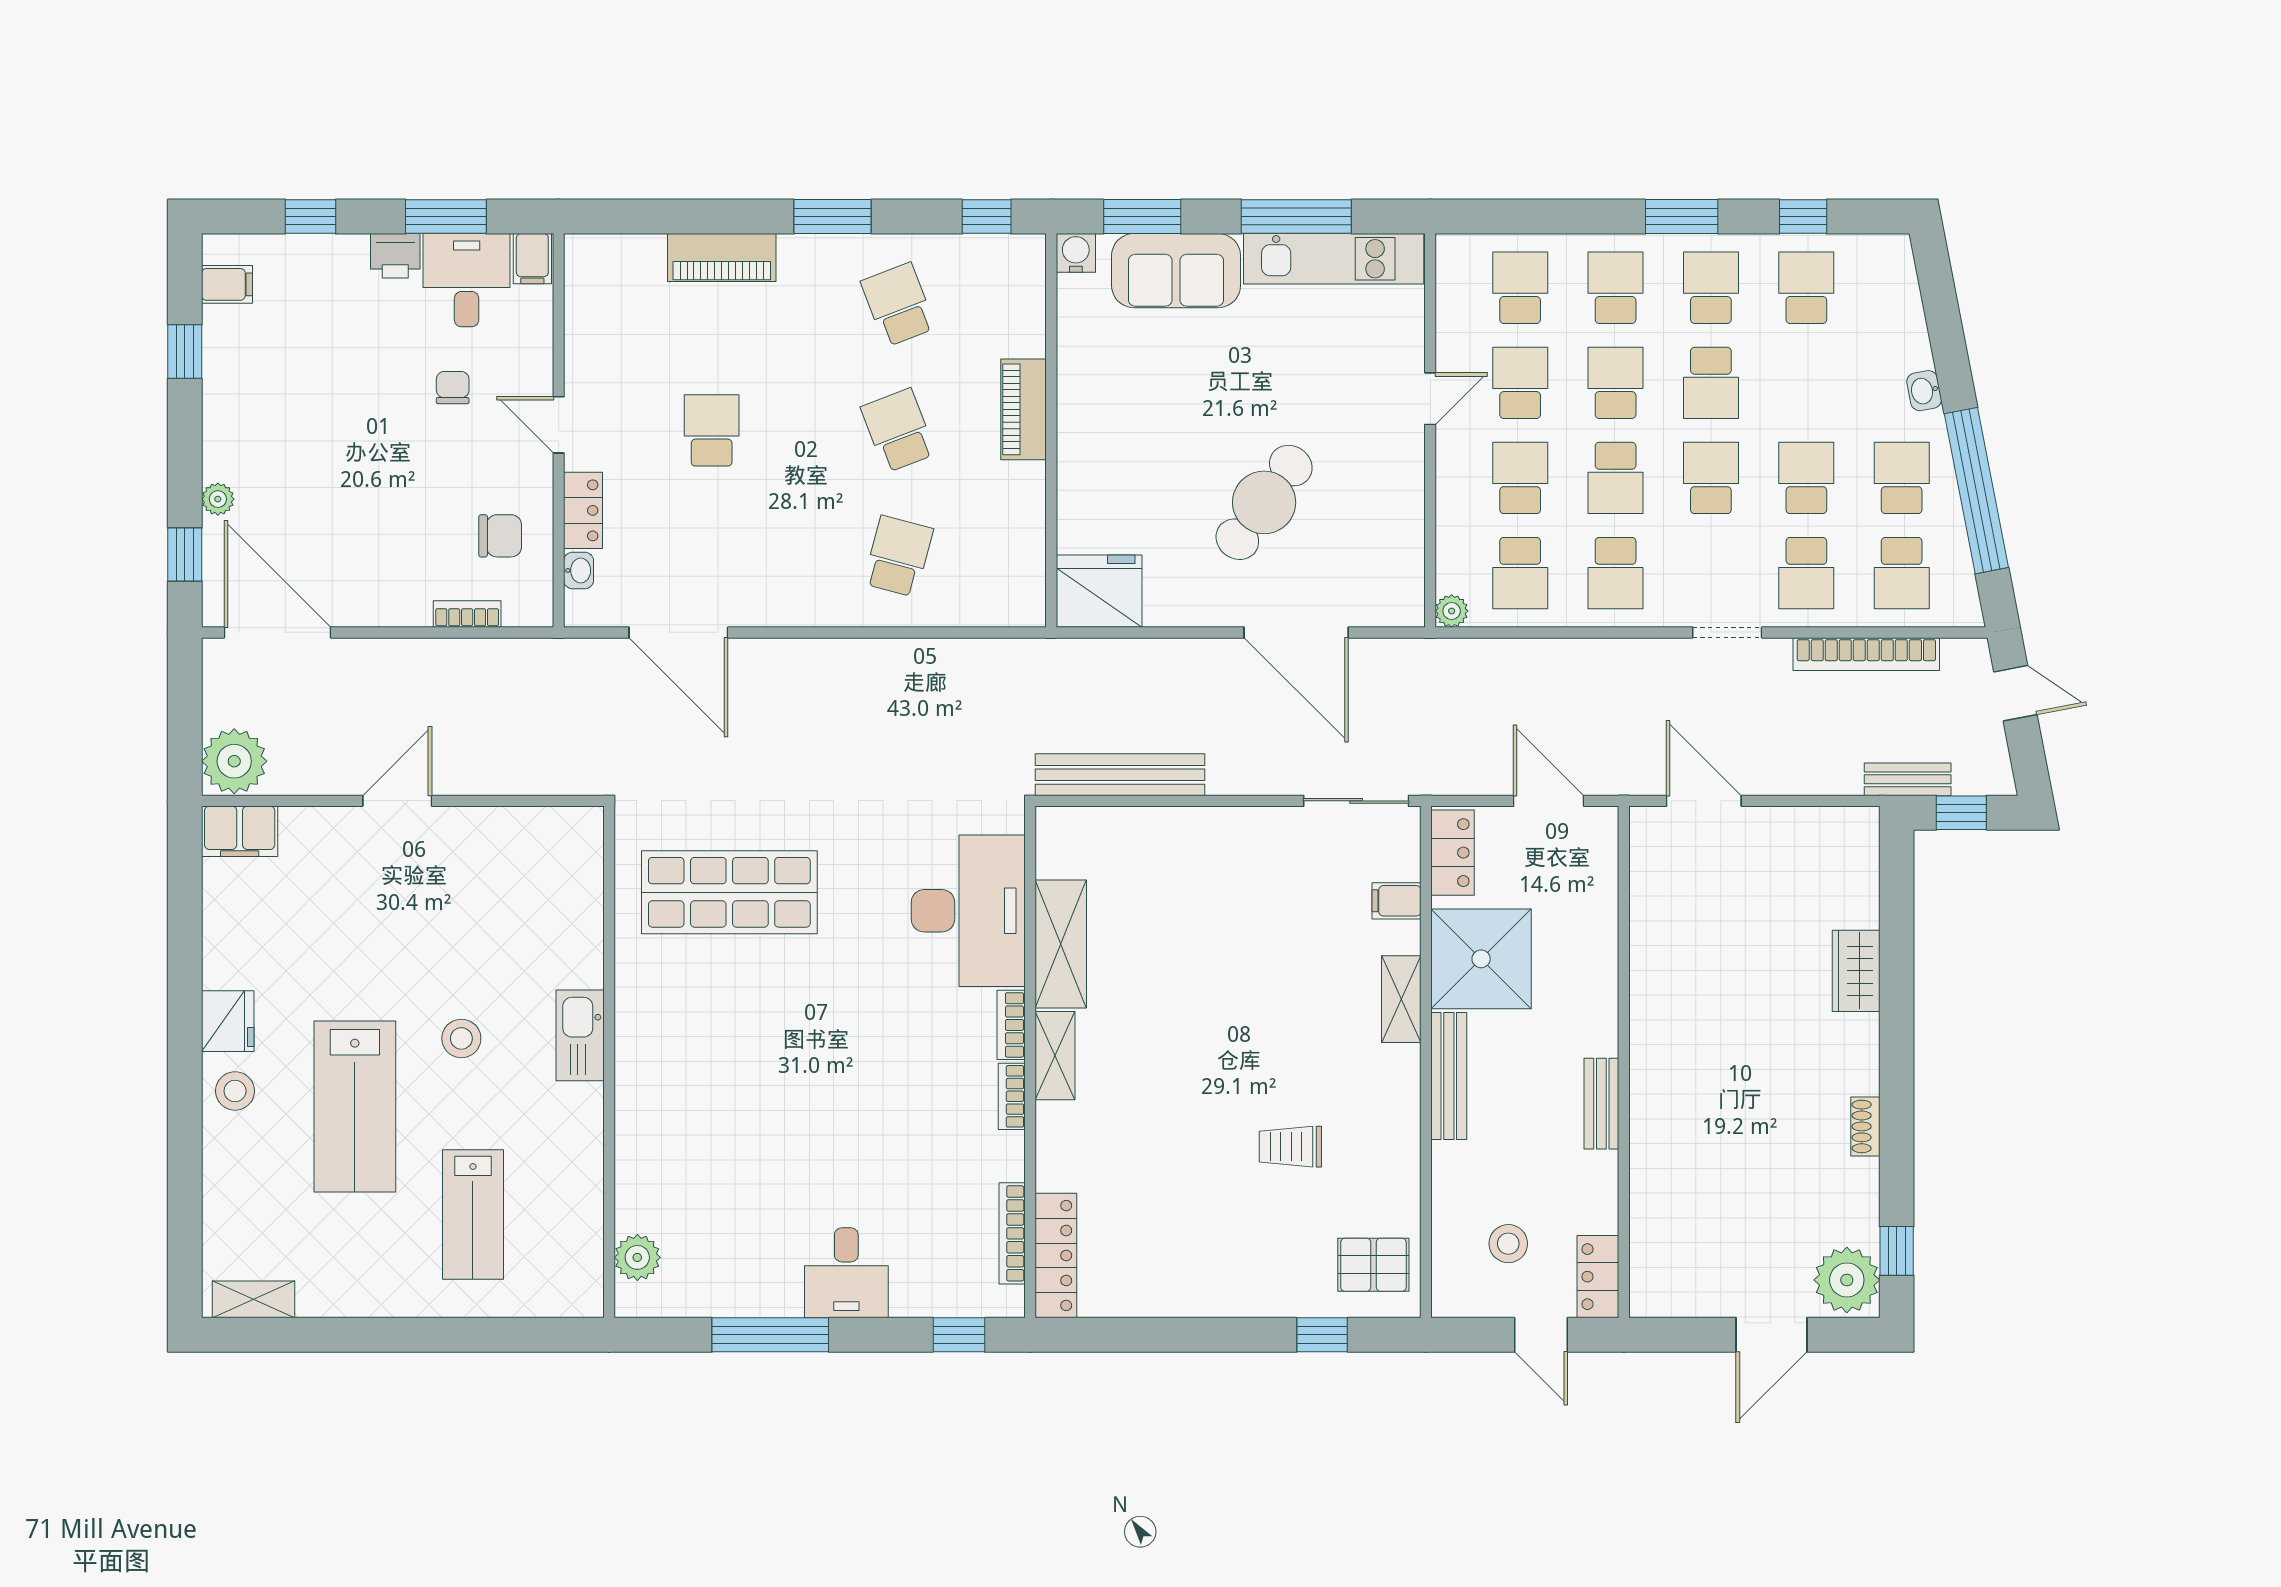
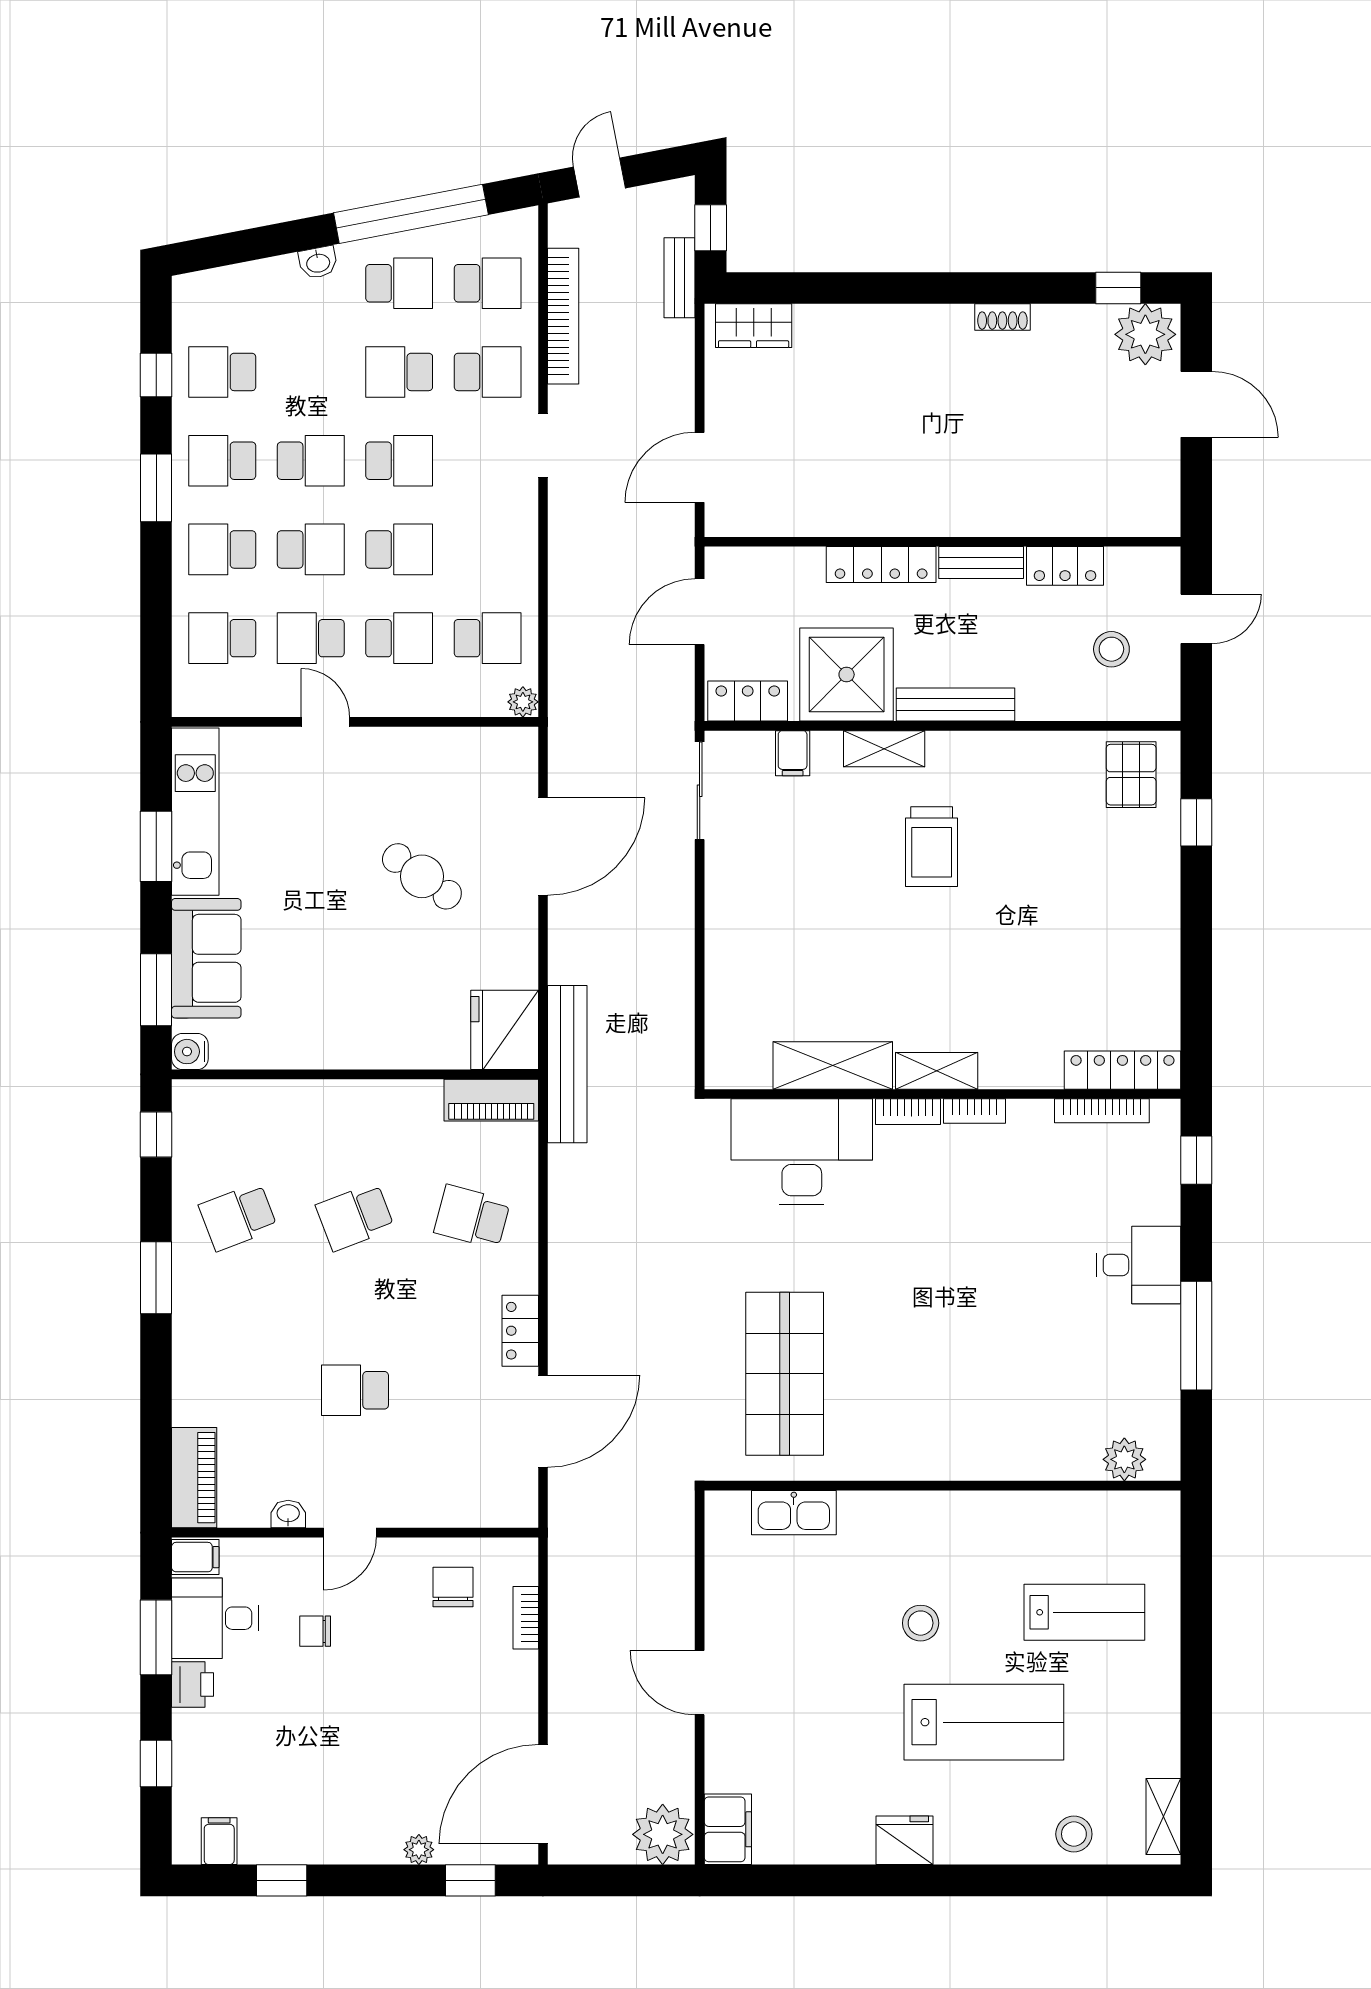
window: (1296, 217) -> (156, 846), width x0.69
piano: (722, 258) -> (194, 1478), moved
school desk: (1616, 383) -> (311, 549), turned 180
piano: (1024, 409) -> (491, 1100), moved
school desk: (1520, 478) -> (399, 638), turned 180
school desk: (1711, 478) -> (399, 461), turned 180
school desk: (1902, 478) -> (399, 283), turned 180
cafe table: (1264, 502) -> (422, 876), width x0.73, depth x0.74
locker: (583, 510) -> (520, 1331), moved, turned -90
washbasin: (579, 571) -> (288, 1514), moved
school desk: (1616, 573) -> (488, 549), removed
bench: (1120, 775) -> (567, 1064), moved
wardrobe: (1856, 971) -> (754, 326), moved
locker: (1599, 996) -> (881, 565), added
kitchen sink: (580, 1035) -> (794, 1513), moved
stool: (235, 1091) -> (1074, 1834), moved
trolley: (1290, 1147) -> (932, 847), moved, width x1.36, depth x1.39
locker: (1598, 1277) -> (1065, 566), moved

